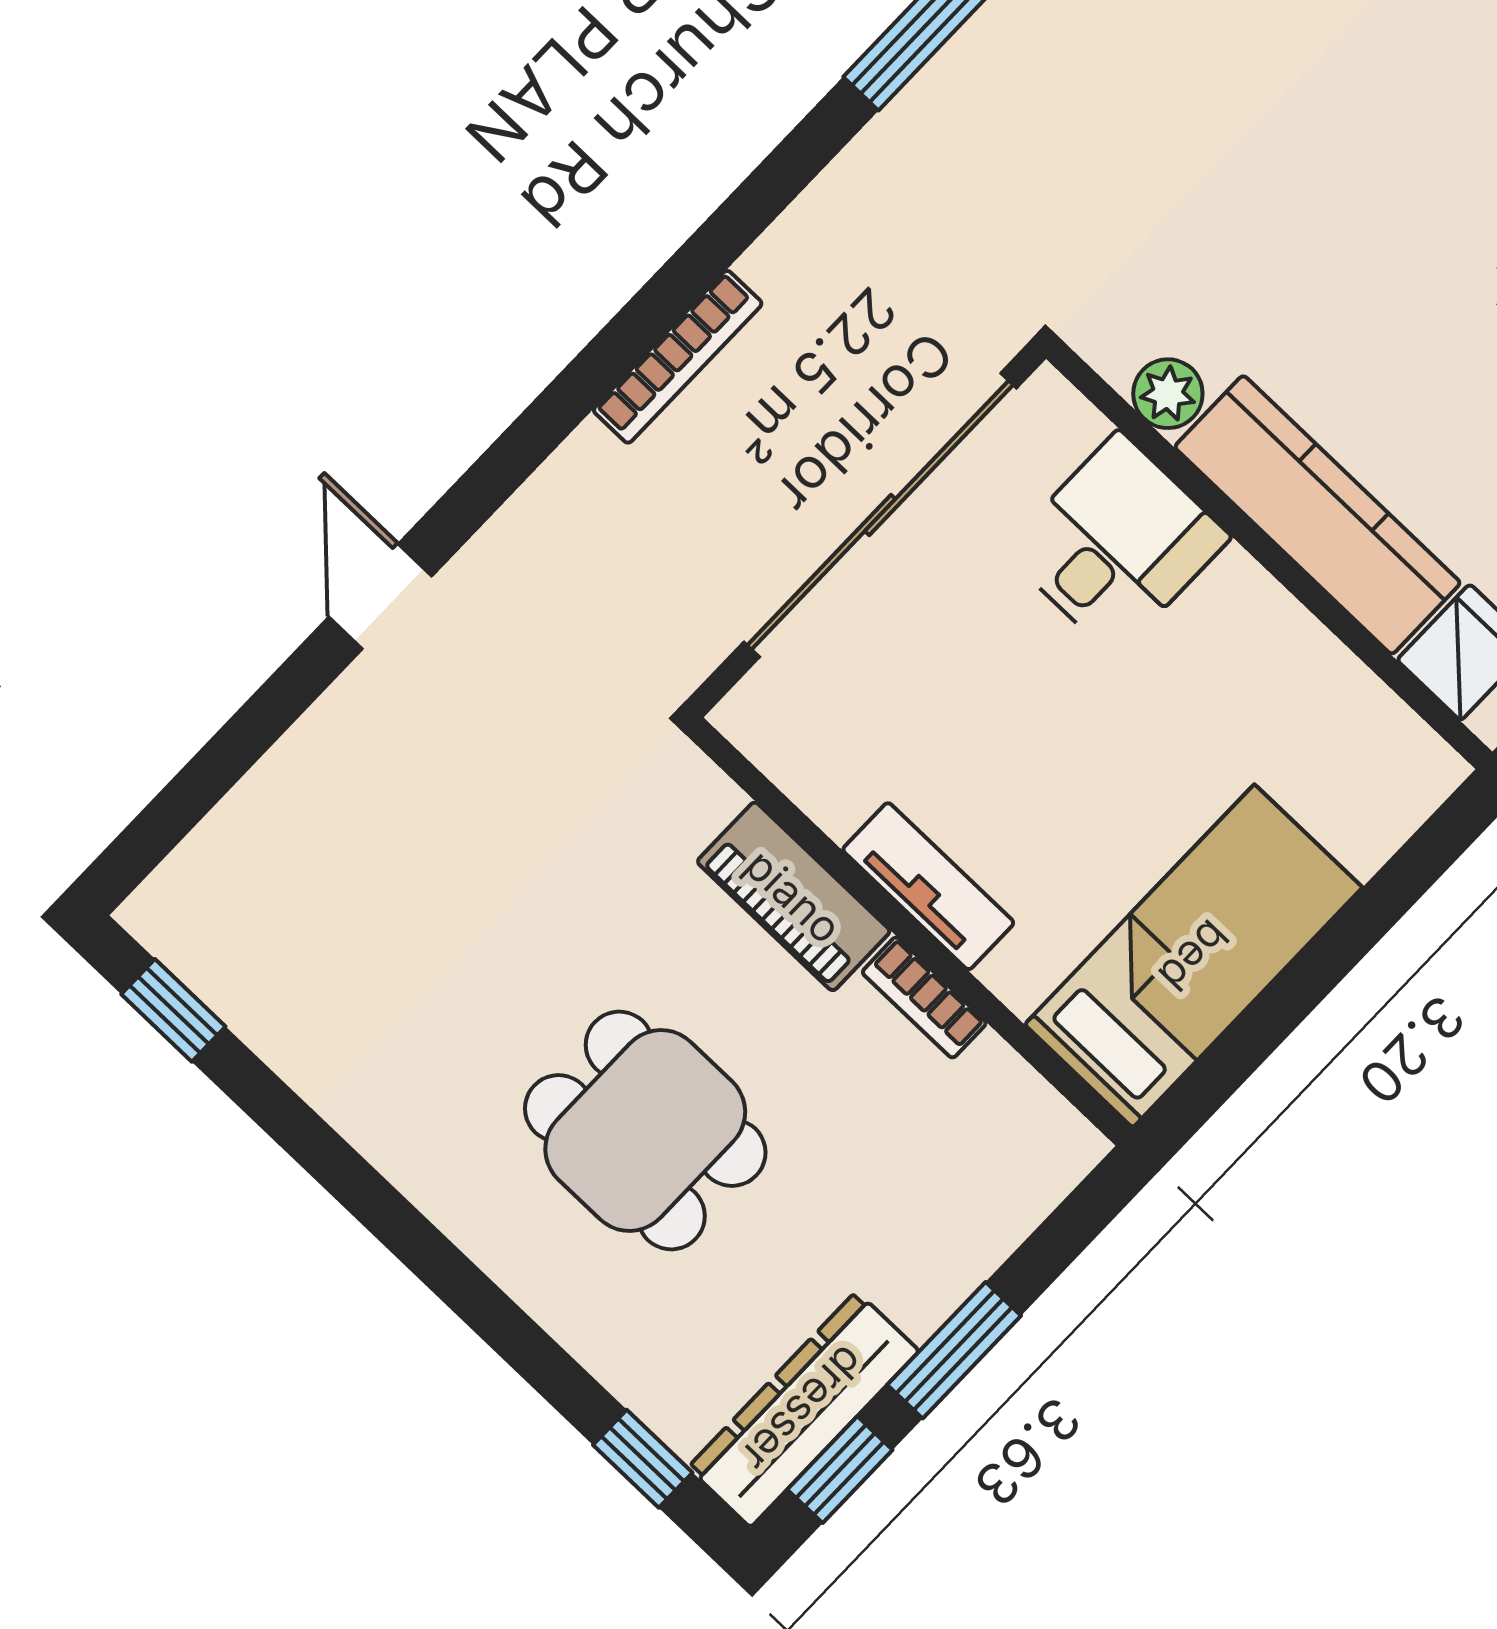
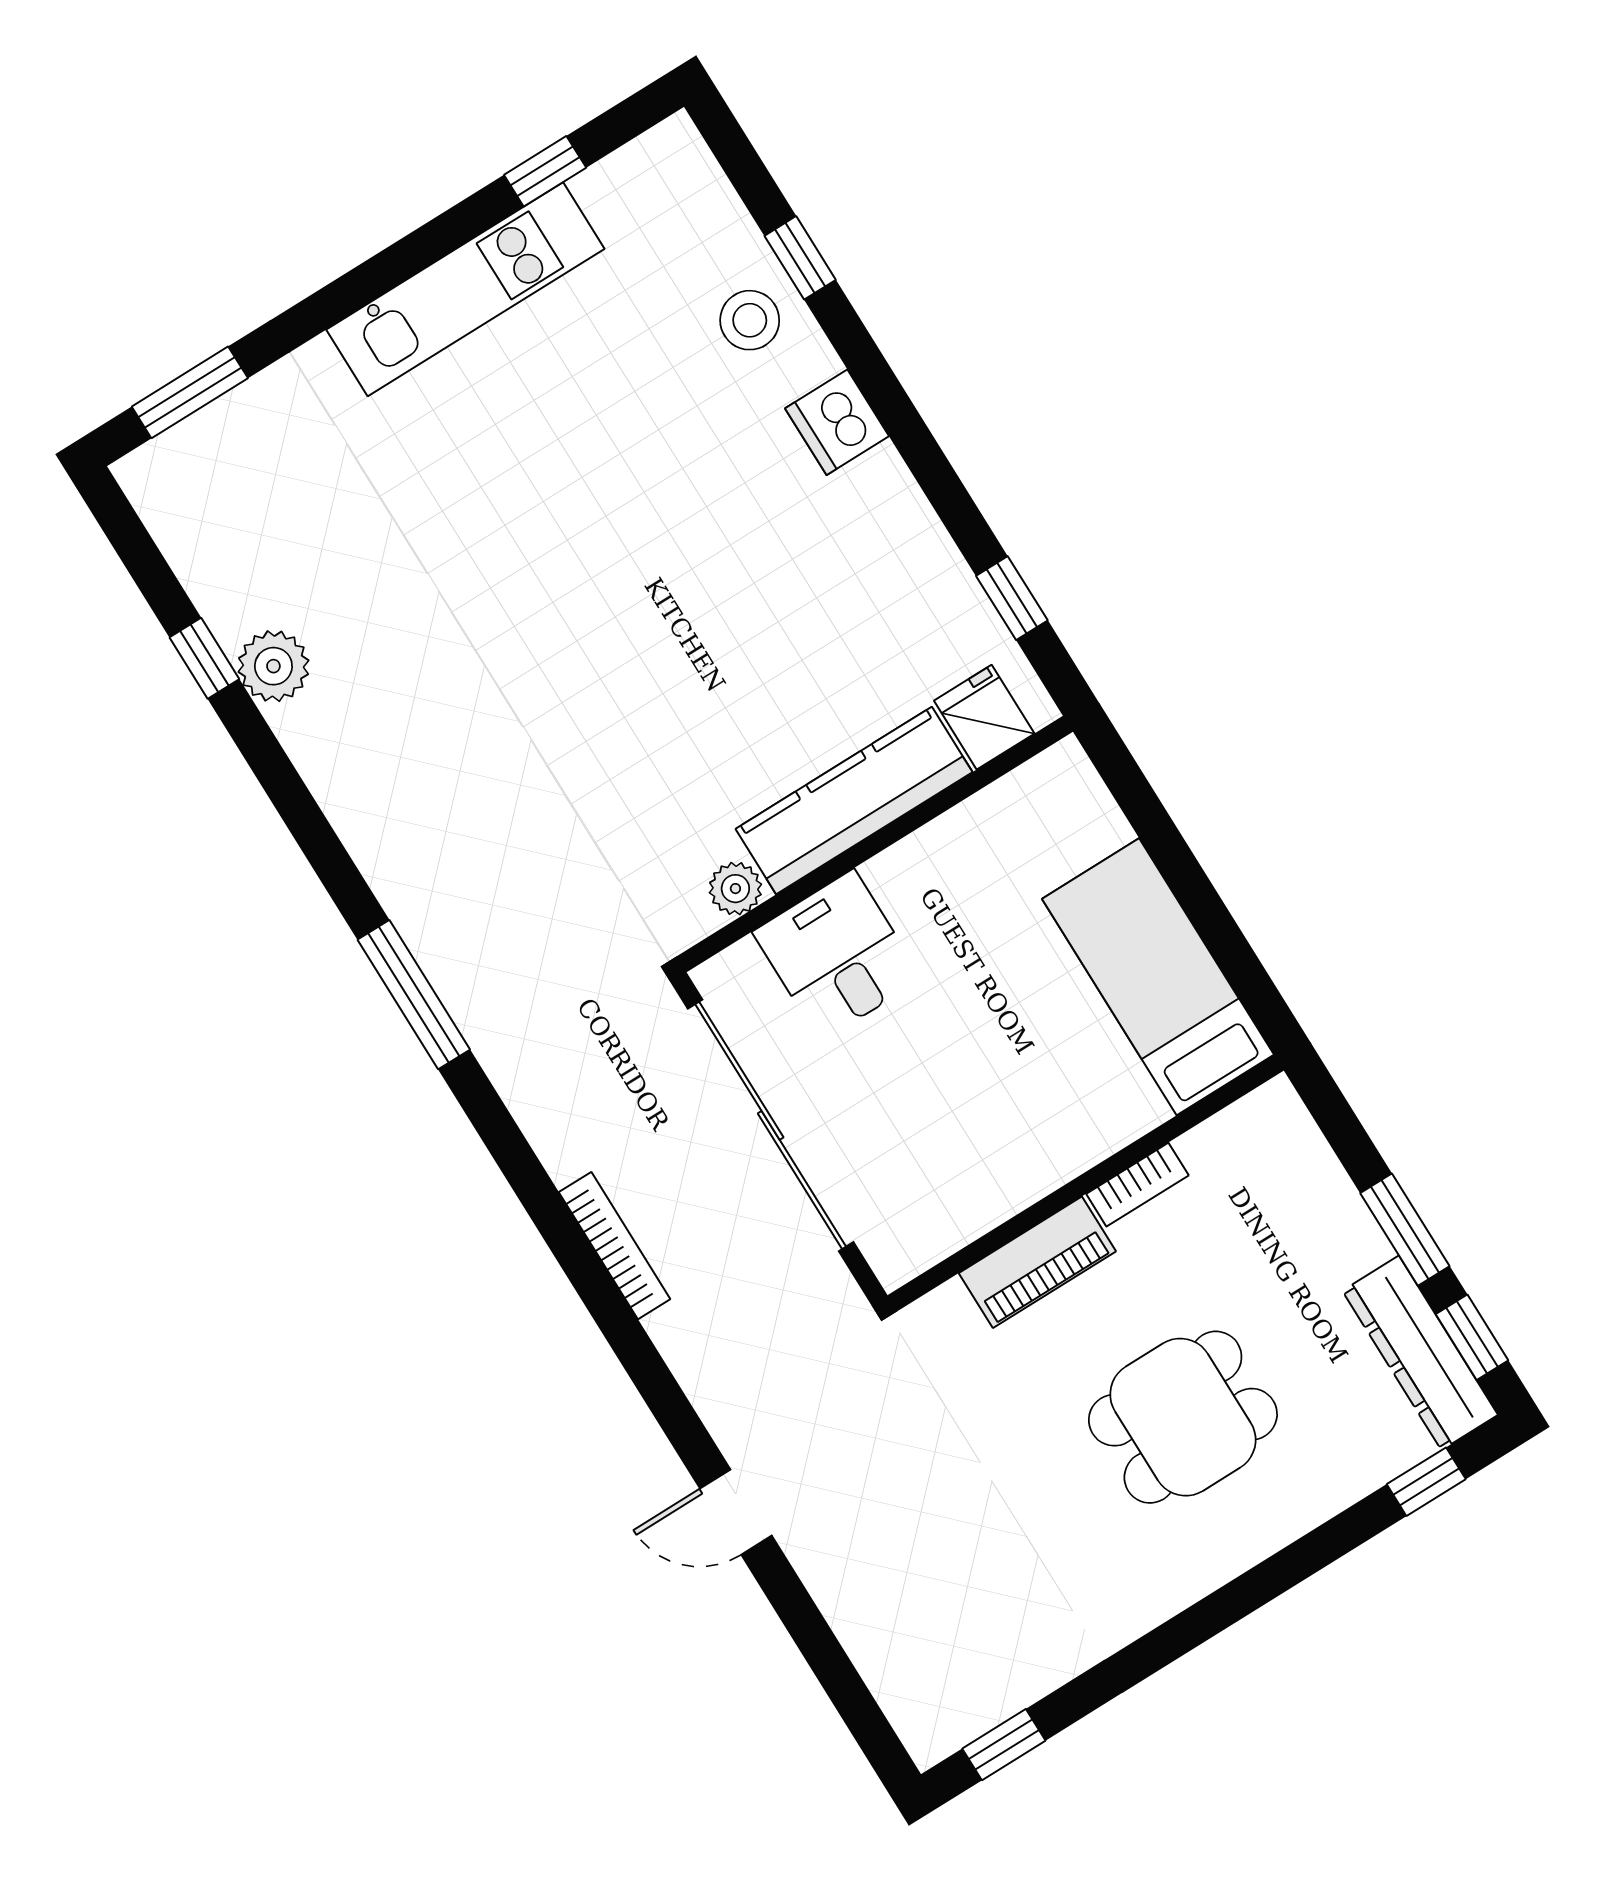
tv unit: (928, 886) -> (1055, 1160), removed

